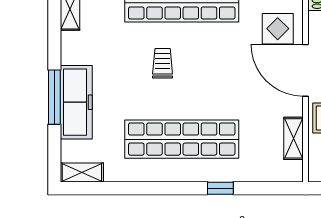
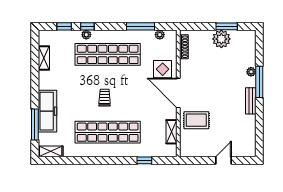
trolley: (163, 63) -> (105, 98), moved
window: (54, 97) -> (35, 125), moved
window: (220, 188) -> (144, 160), moved

